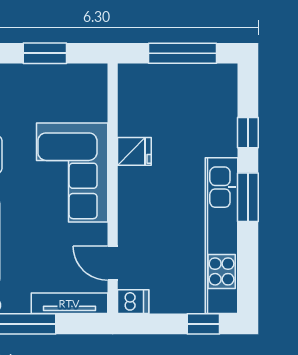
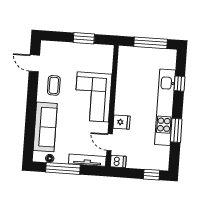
fridge: (134, 151) -> (122, 122), moved
window: (248, 197) -> (176, 130), moved
kitchen unit: (222, 236) -> (165, 107), moved

